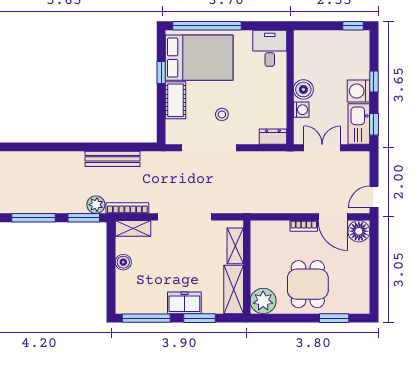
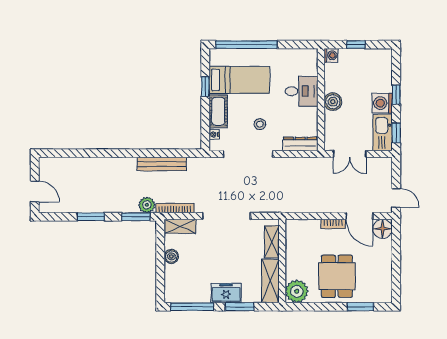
window: (353, 26) -> (356, 45), moved
desk: (270, 48) -> (302, 91), moved, turned 90
bed: (199, 58) -> (239, 80), width x0.67
washing machine: (301, 110) -> (331, 55), moved
nightstand: (171, 126) -> (214, 134), added
dresser: (273, 137) -> (300, 144), width x1.44
double door: (322, 148) -> (350, 154), swing flipped
door: (374, 197) -> (396, 198), swing flipped
window: (34, 218) -> (91, 217), width x0.69

